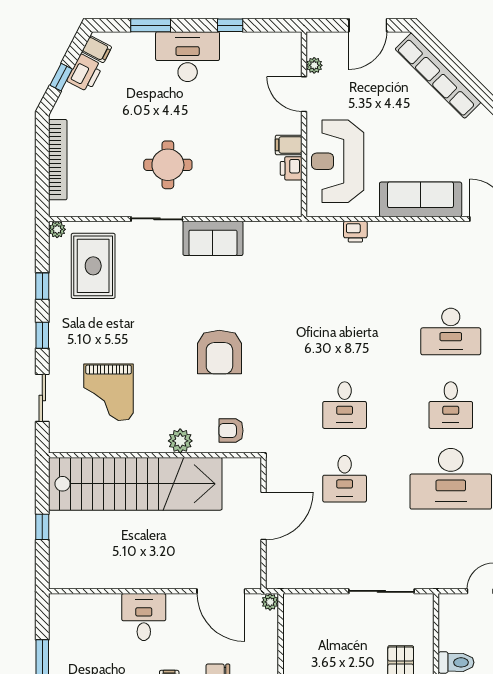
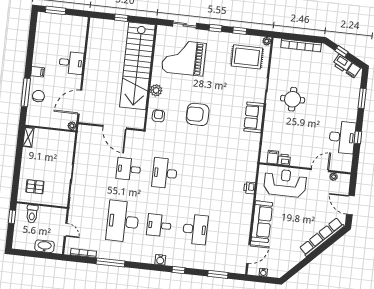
desk: (188, 57) -> (342, 137), moved
filing cabinet: (289, 145) -> (273, 157), moved
desk: (451, 331) -> (195, 229), turned 180
grand piano: (109, 392) -> (184, 58), width x1.37, depth x1.48
desk: (345, 405) -> (165, 173), width x1.37

